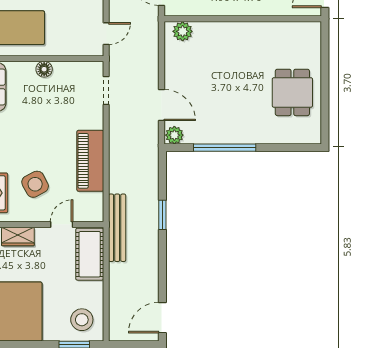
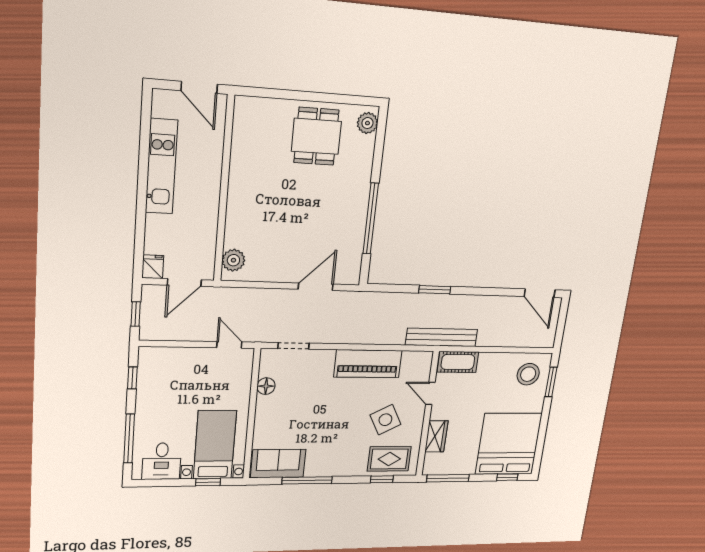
floor lamp: (44, 69) -> (266, 386), moved
dining table: (292, 92) -> (316, 136), turned 90
plant: (174, 135) -> (367, 123), moved
cot: (90, 254) -> (458, 362), width x0.73, depth x0.75

